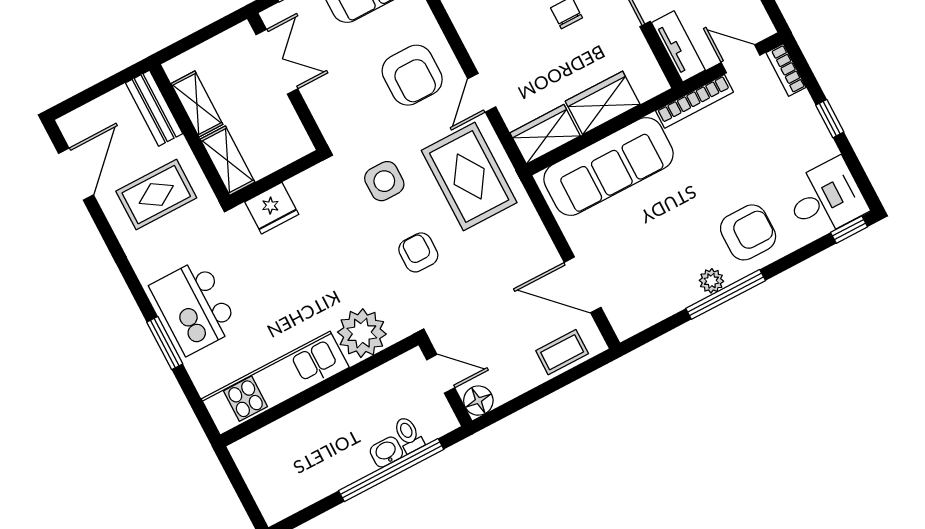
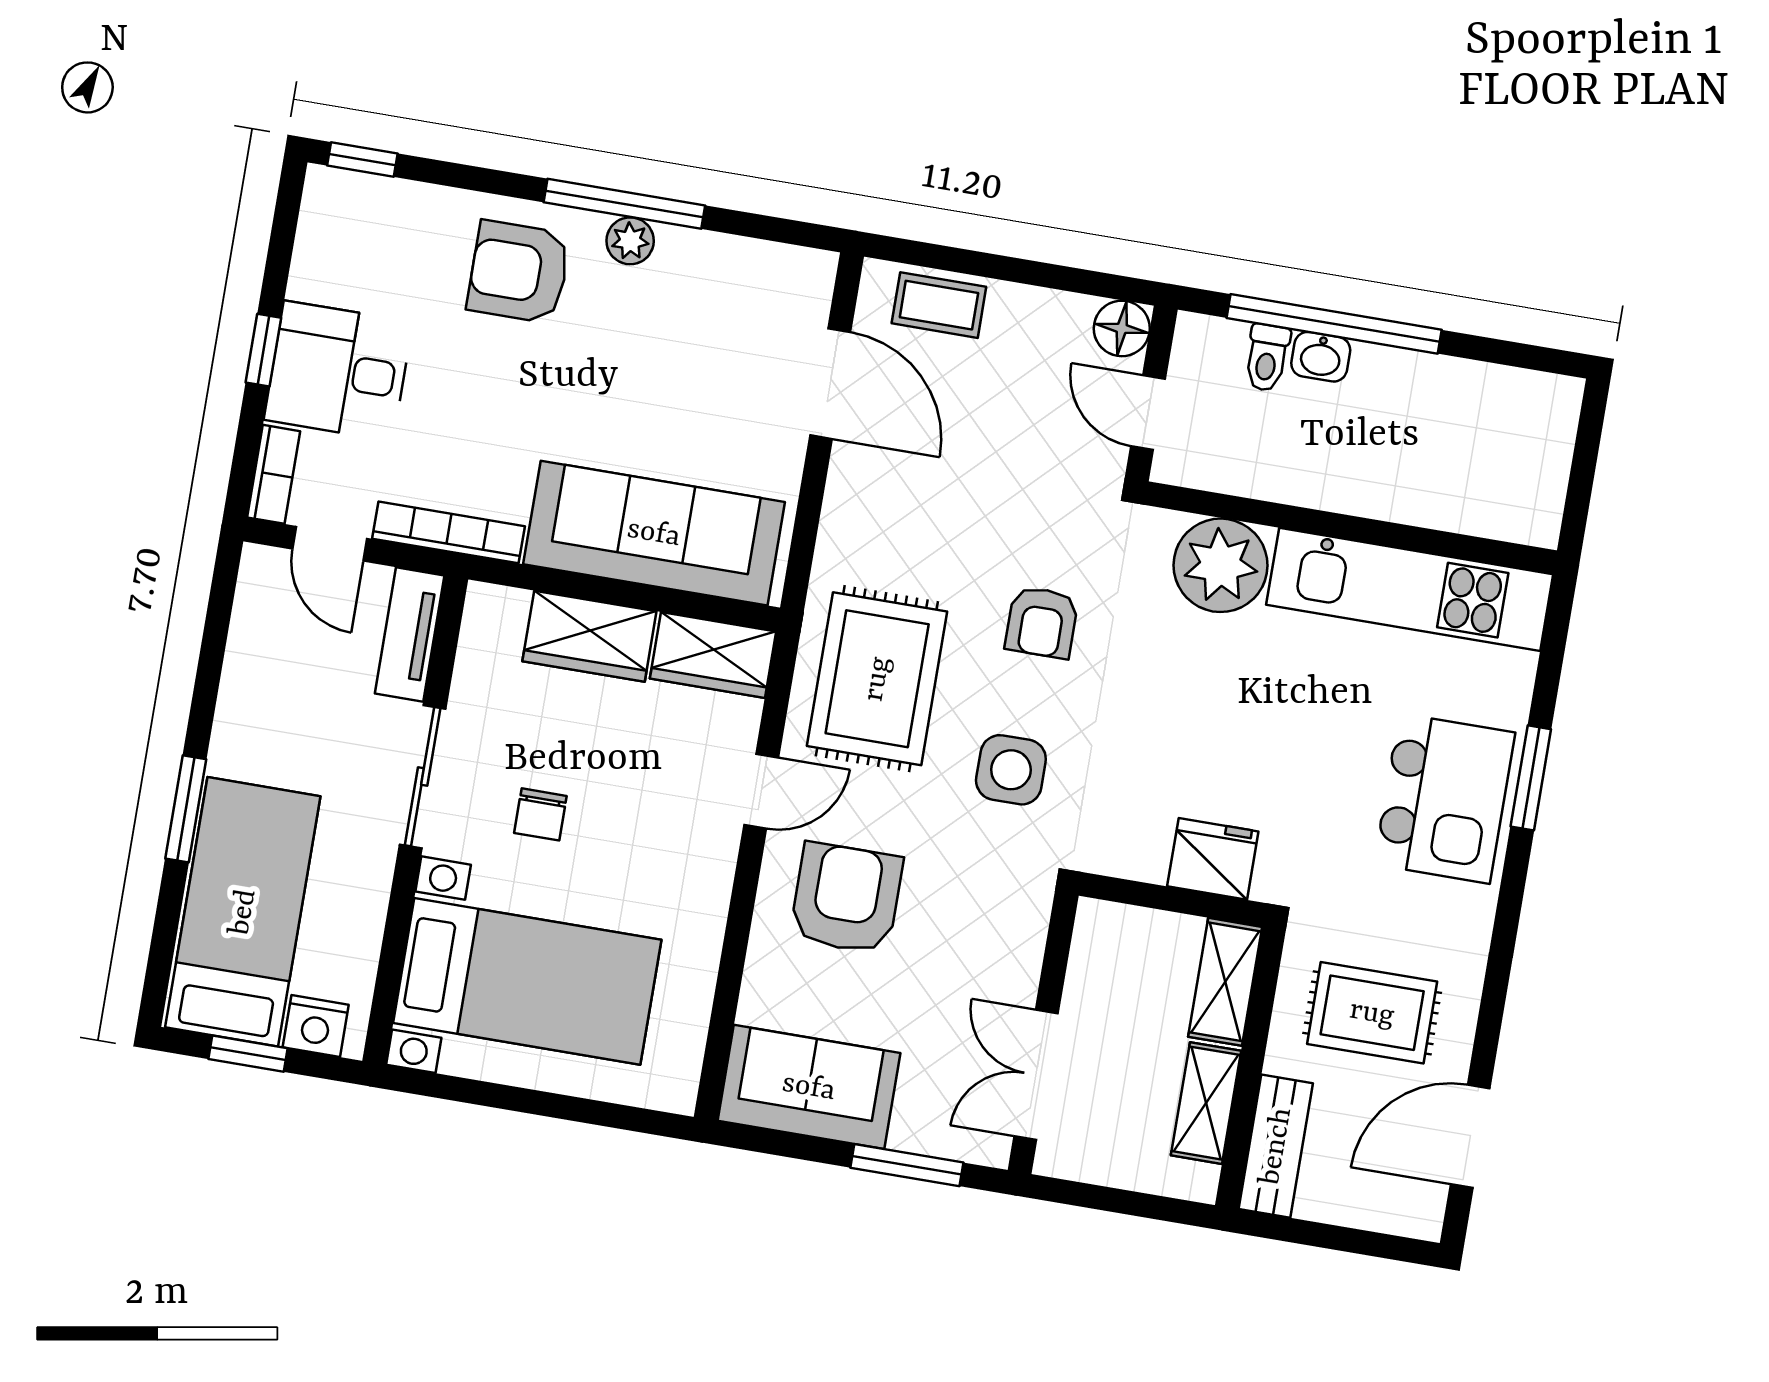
desk: (826, 198) -> (339, 371), moved

